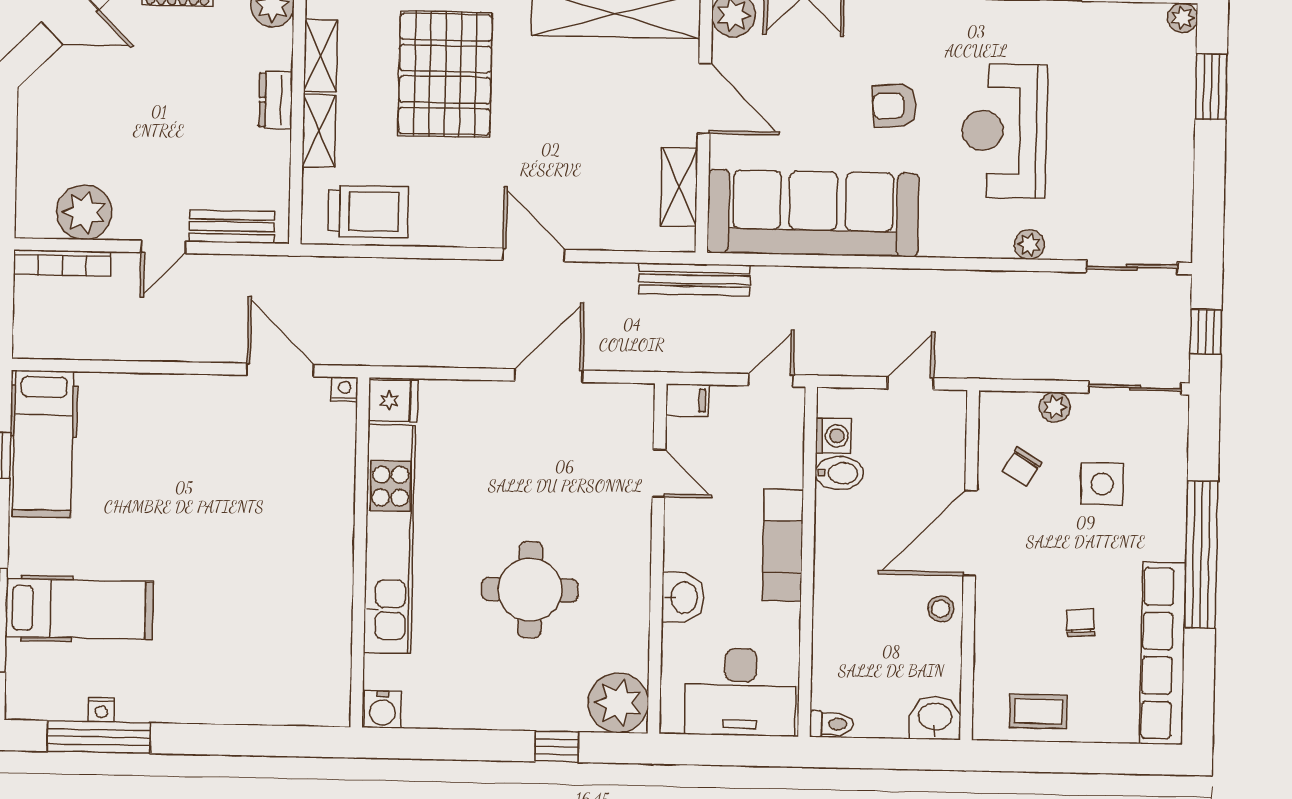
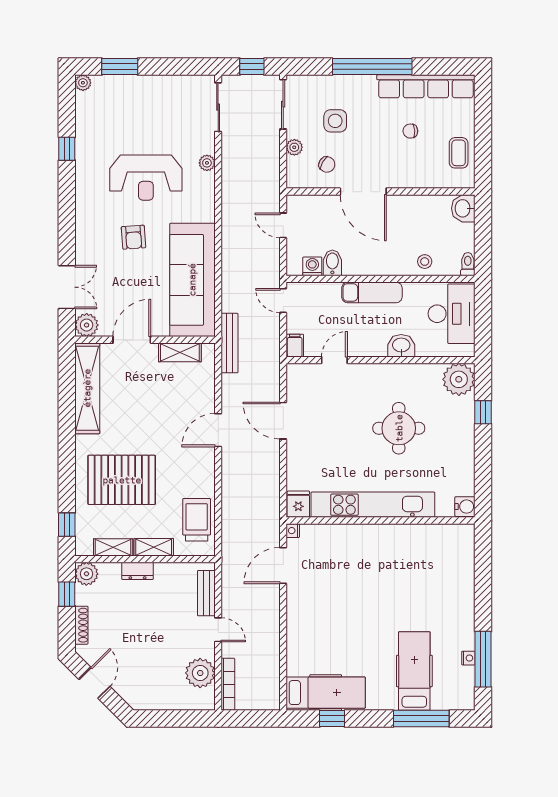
stool: (941, 609) -> (425, 262), moved

